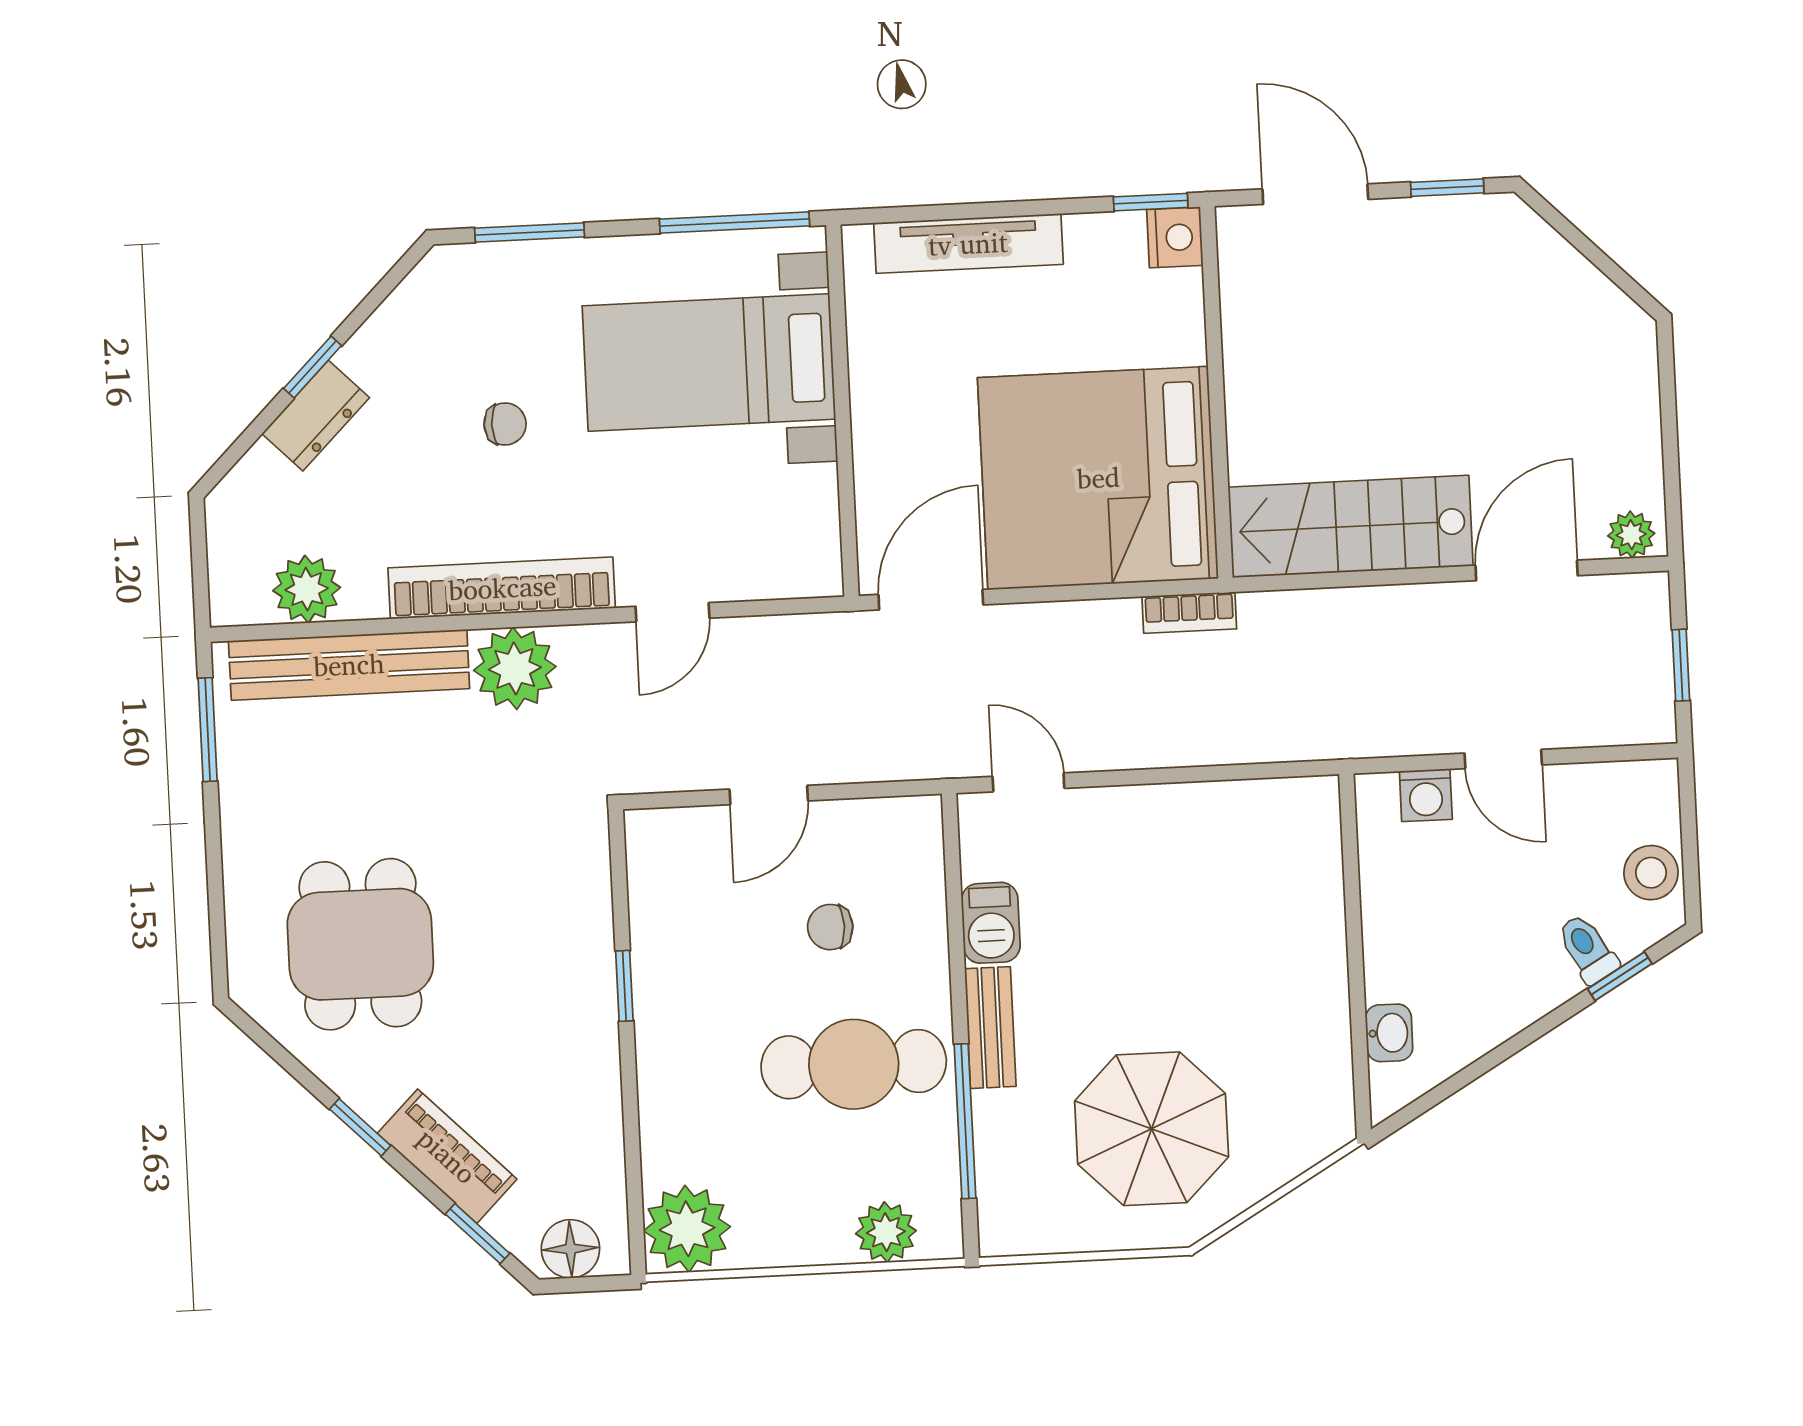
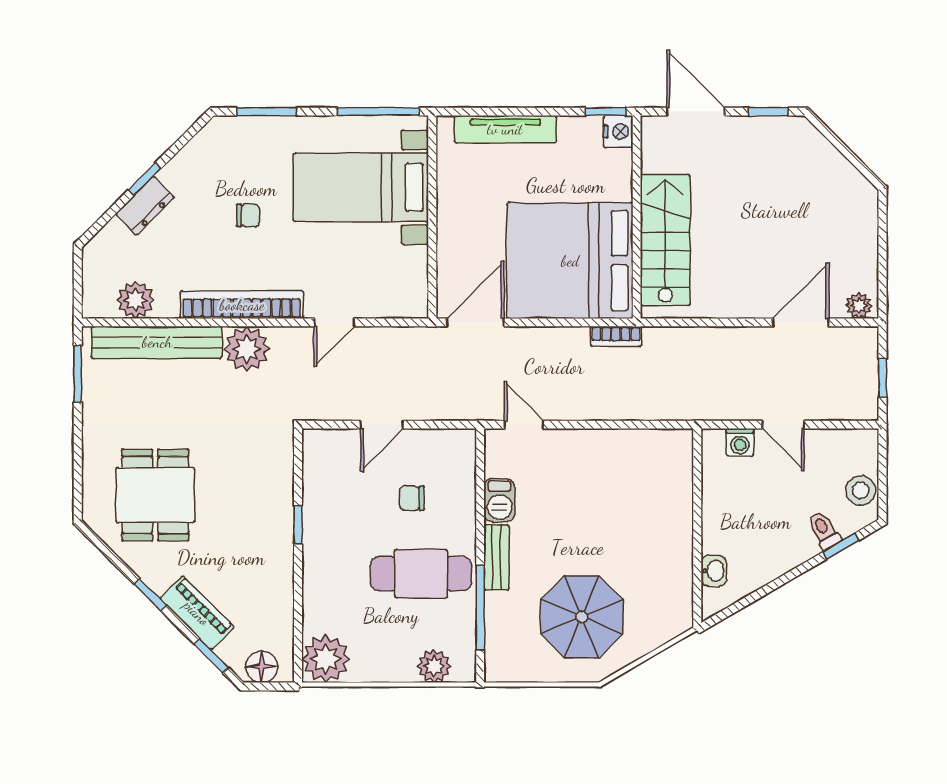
stairs: (1351, 527) -> (665, 240), moved, turned 90

